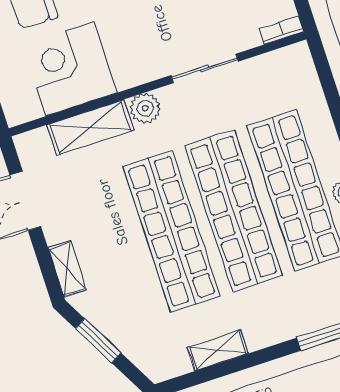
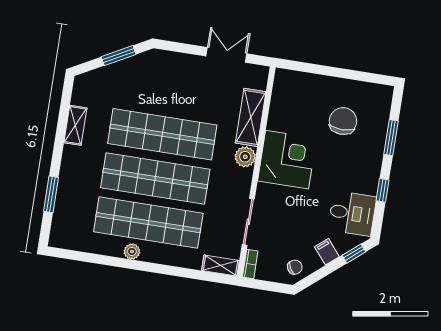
sliding door: (205, 68) -> (248, 222), moved
corner desk: (70, 69) -> (287, 160), moved
shelving: (67, 269) -> (220, 266), moved

